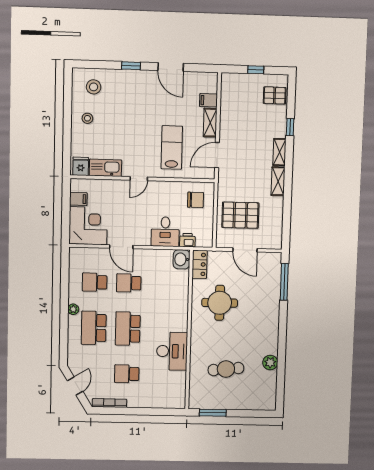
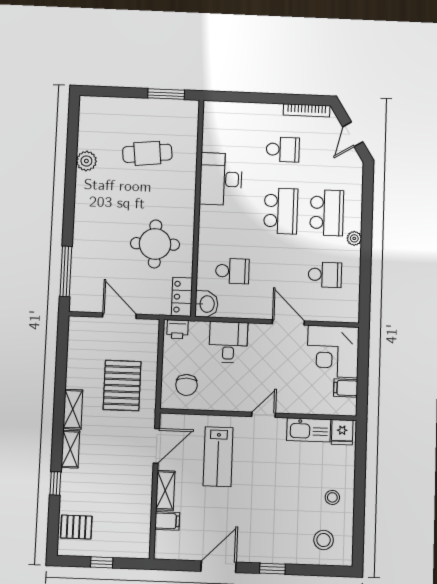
door: (171, 67) -> (219, 567), hinge flipped
chair: (196, 200) -> (186, 385), turned -90
pallet: (240, 215) -> (122, 386), moved, turned 90
printer: (187, 240) -> (177, 329), moved
school desk: (129, 283) -> (232, 271), moved

